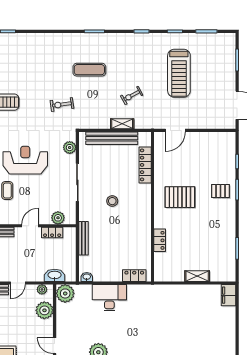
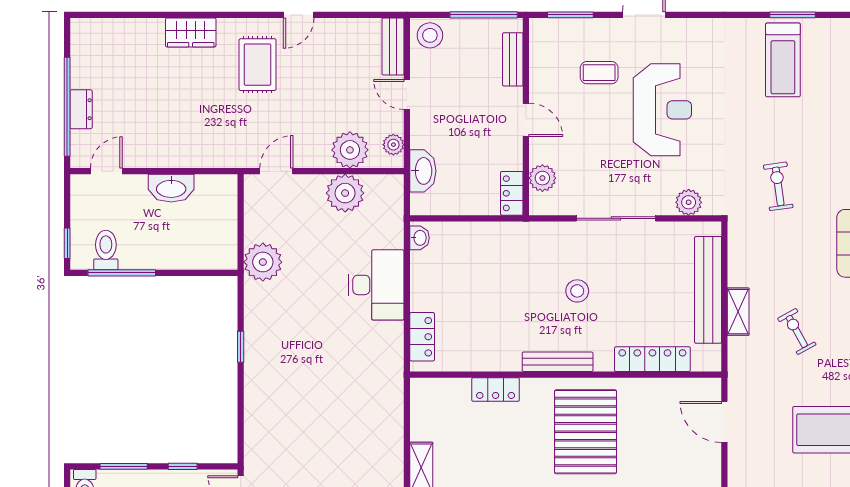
pallet: (180, 197) -> (586, 432), width x1.37, depth x1.41
locker: (52, 233) -> (512, 193), moved
bench: (84, 238) -> (558, 362), moved
plant: (65, 293) -> (345, 193), moved

